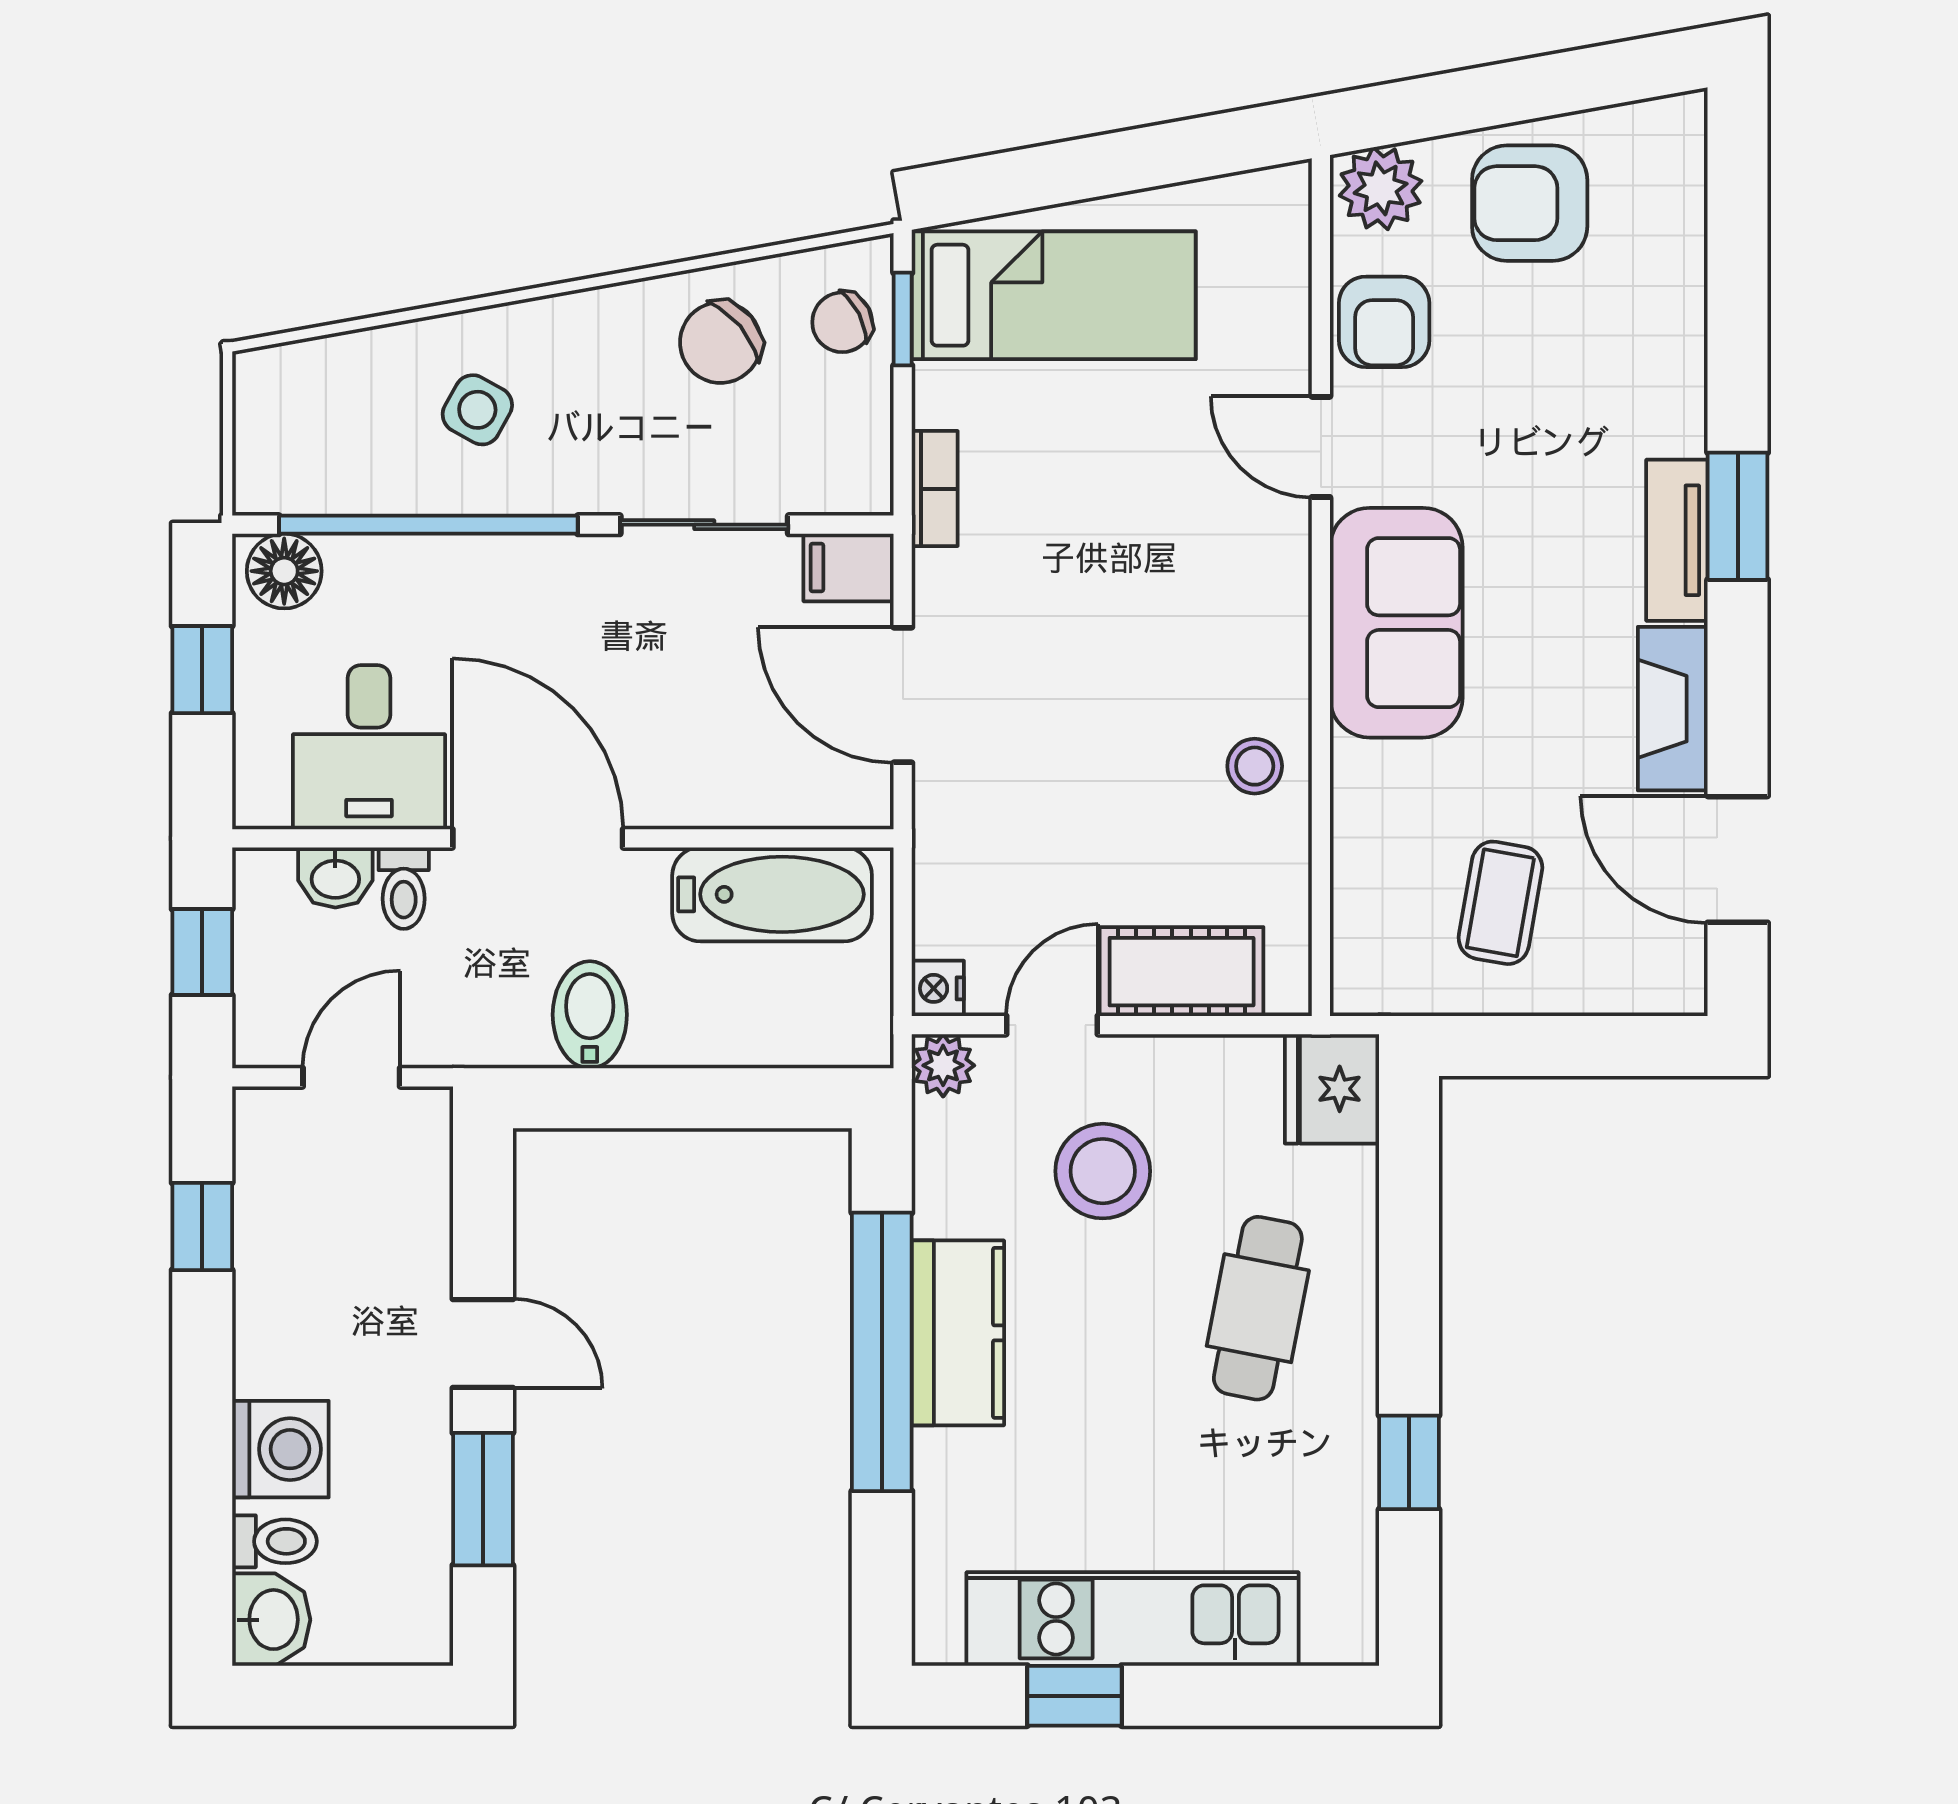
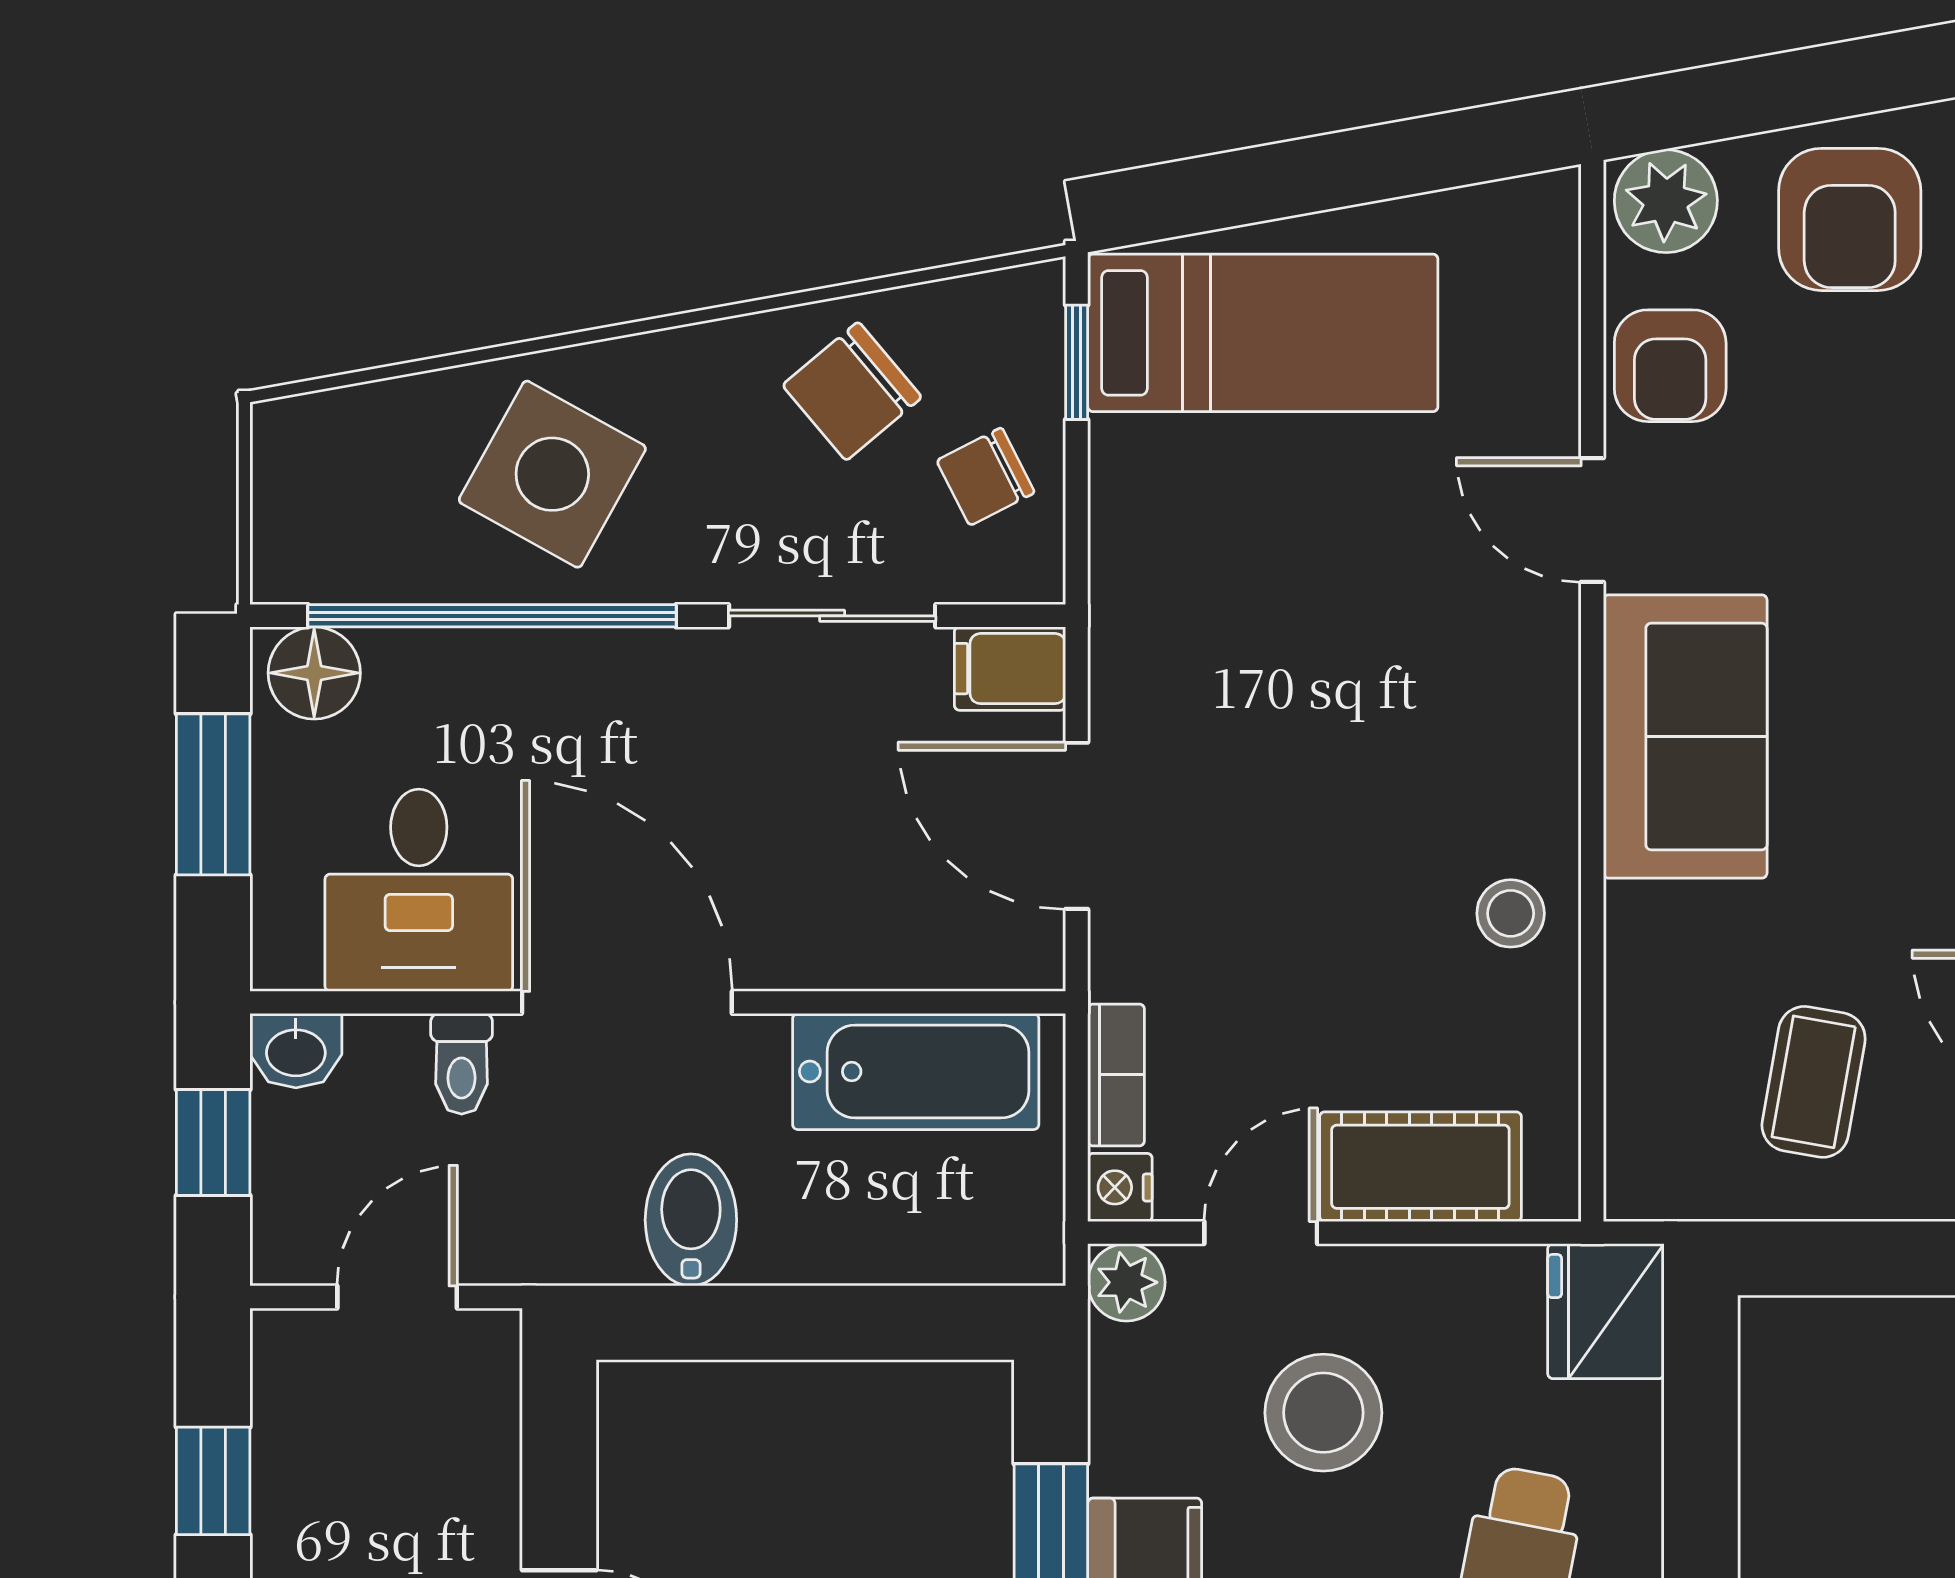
armchair: (1530, 203) -> (1850, 219), turned -90
chair: (842, 322) -> (986, 477), moved
side table: (477, 410) -> (552, 474), width x1.87, depth x1.87
bookcase: (935, 489) -> (1116, 1075), moved
window: (202, 670) -> (213, 794), width x1.50
washbasin: (335, 877) -> (296, 1051), moved

